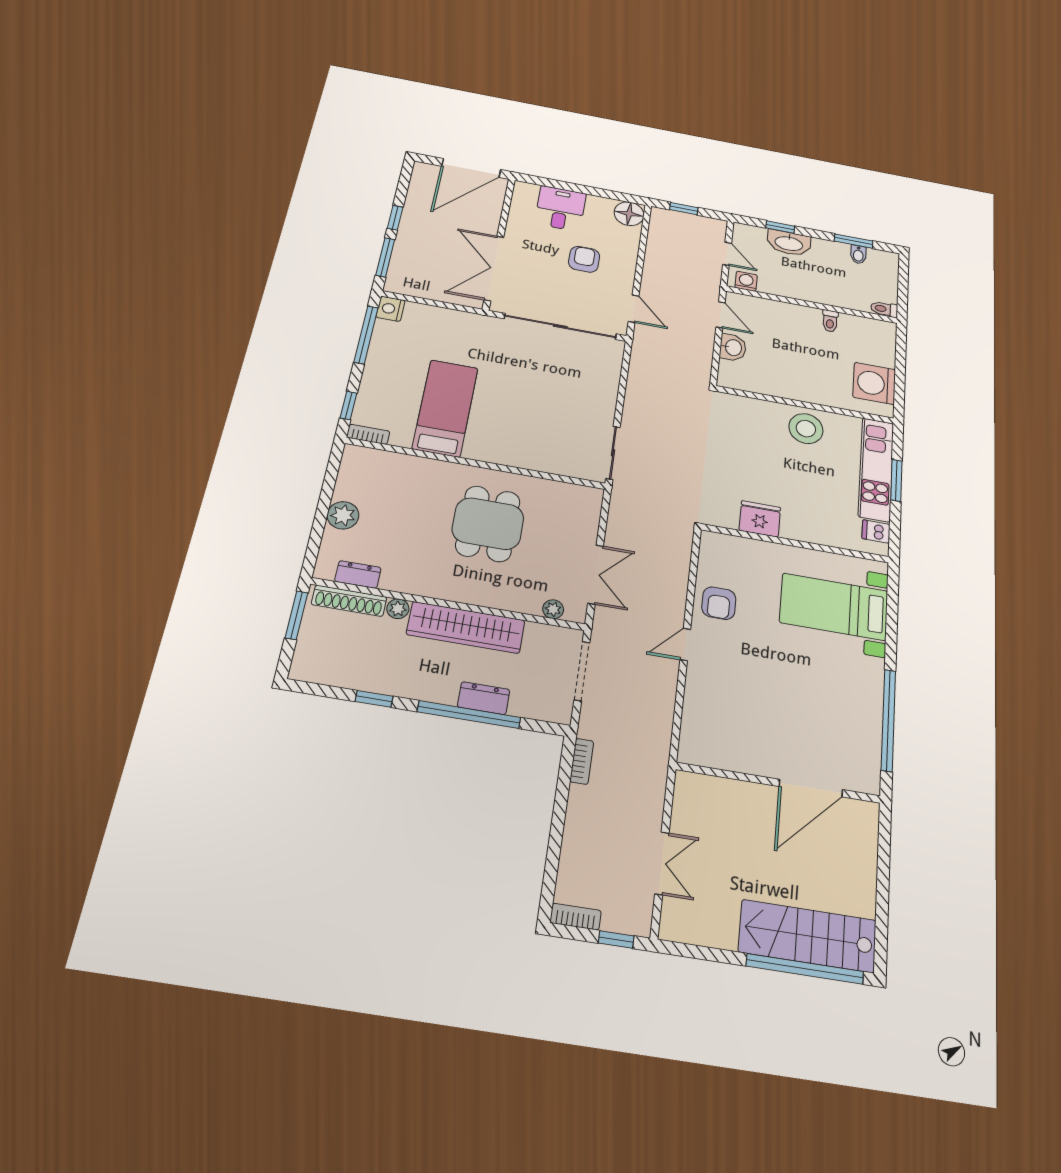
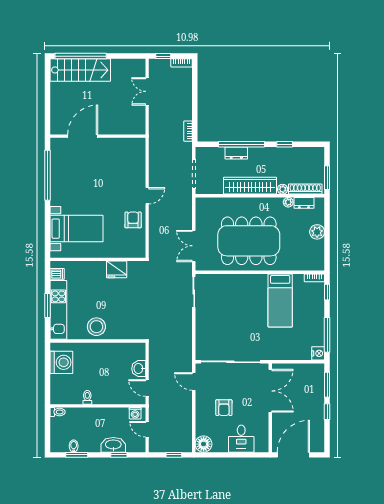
dining table: (488, 524) -> (249, 241), width x1.88, depth x1.24
double door: (596, 575) -> (194, 246), moved
plant: (553, 609) -> (288, 202), moved

